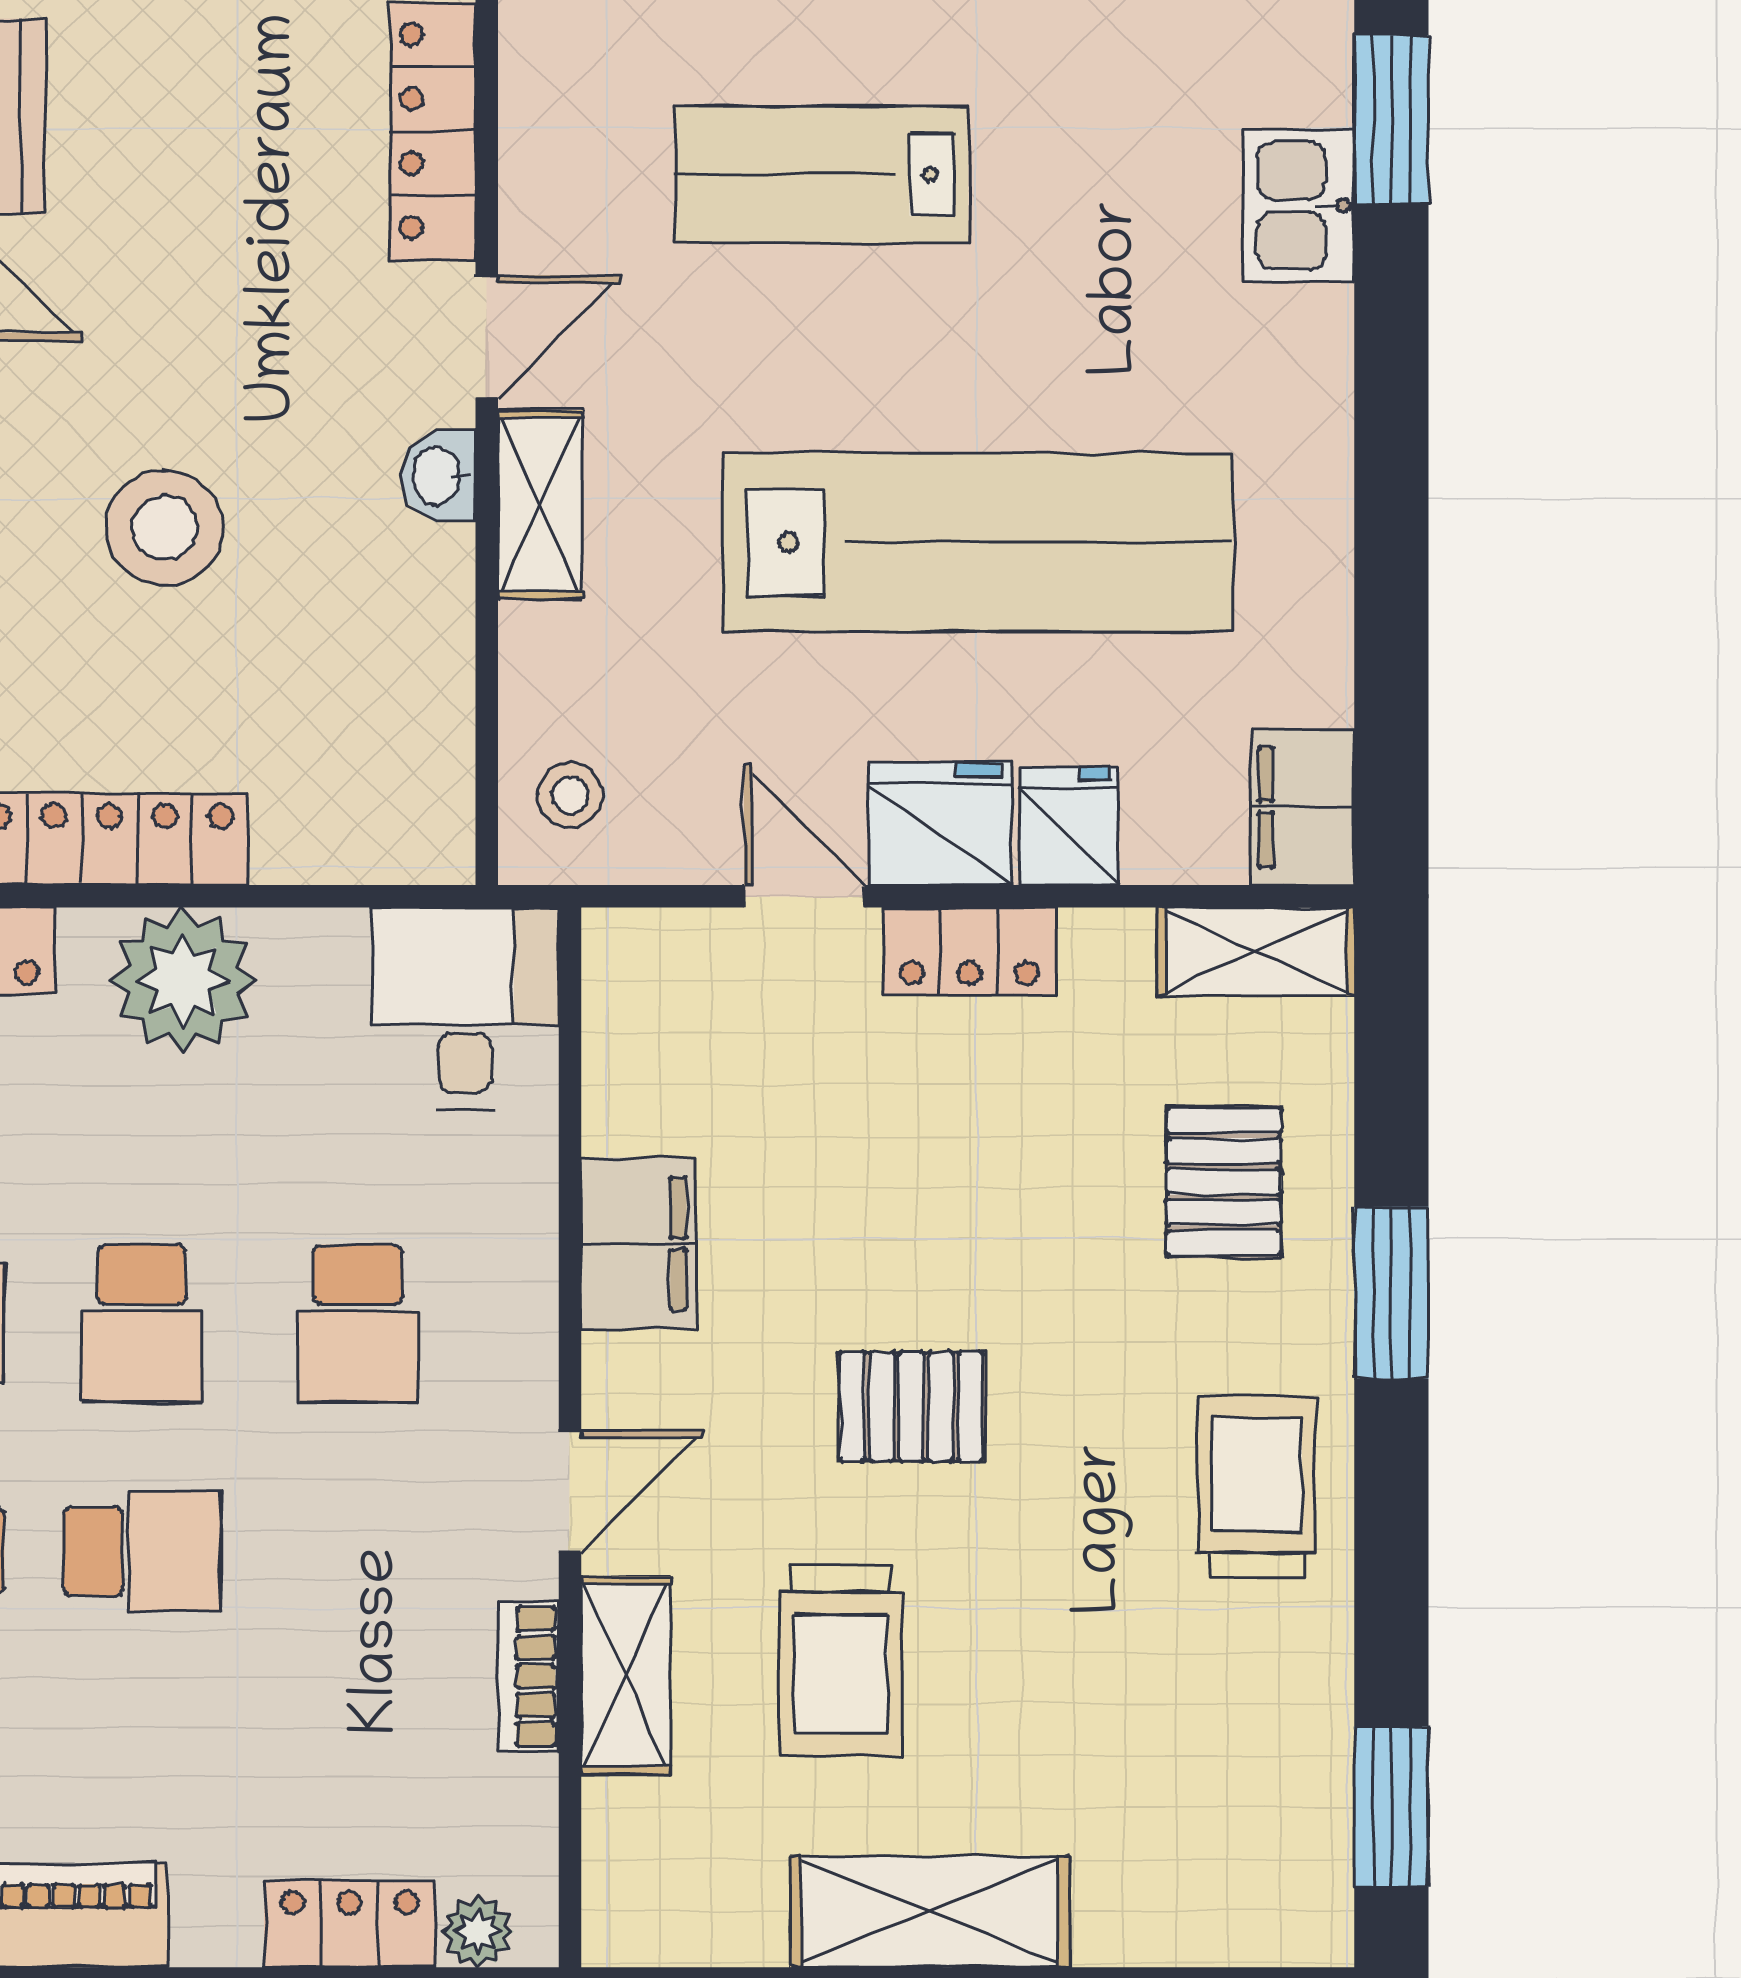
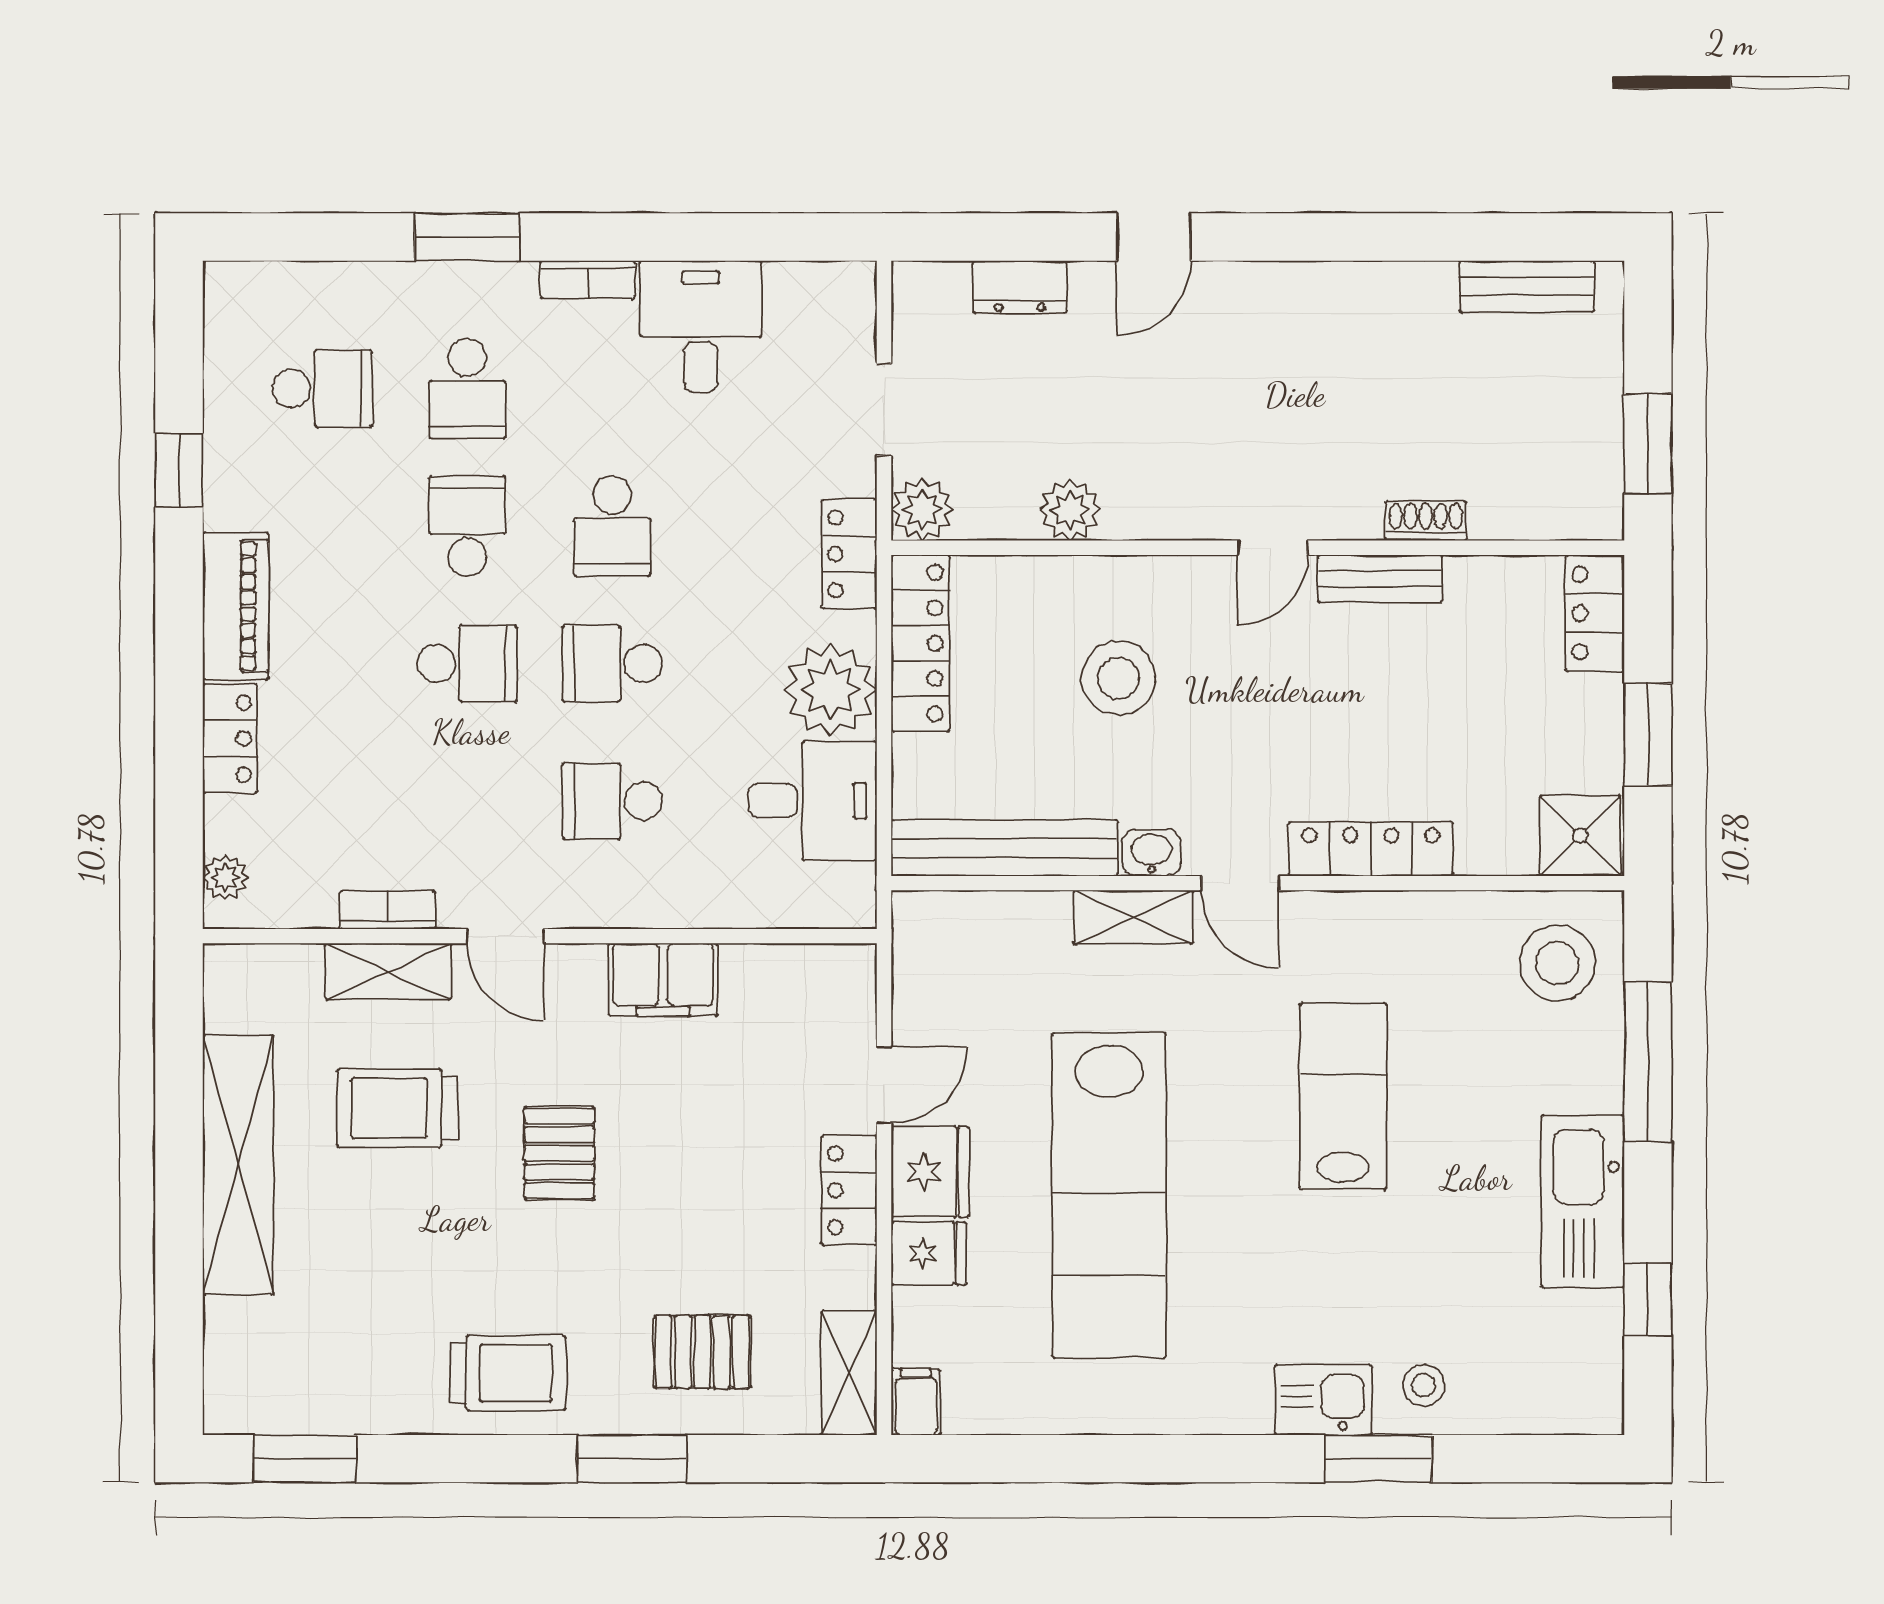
bench: (431, 707) -> (1004, 848), added
stool: (570, 795) -> (1424, 1385), moved
filing cabinet: (1302, 807) -> (916, 1402), width x0.50
desk: (465, 1008) -> (813, 801), moved
school desk: (142, 1551) -> (467, 664), turned -90
shelving: (929, 1912) -> (238, 1165), width x1.47
locker: (350, 1924) -> (230, 739), moved

